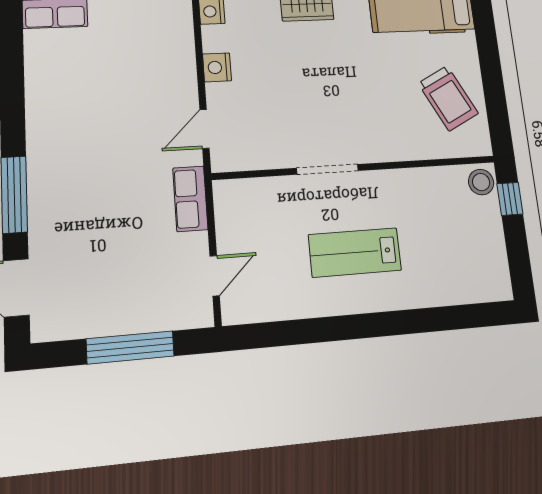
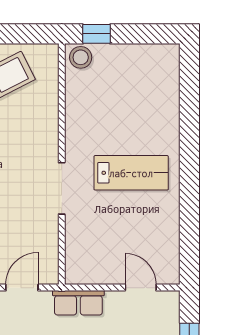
door: (204, 129) -> (22, 288), swing flipped
lab bench: (355, 252) -> (131, 173), turned -90

